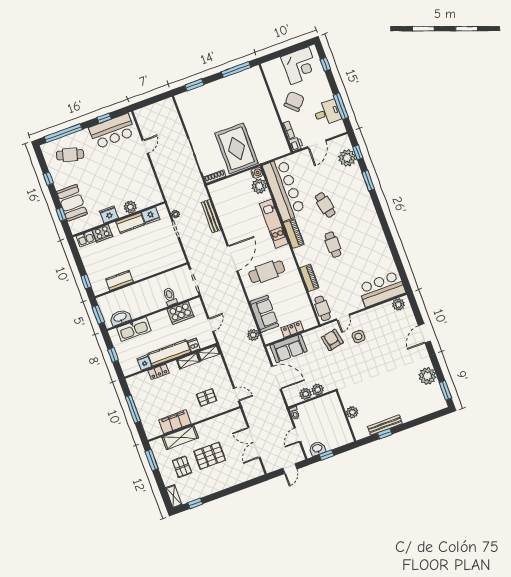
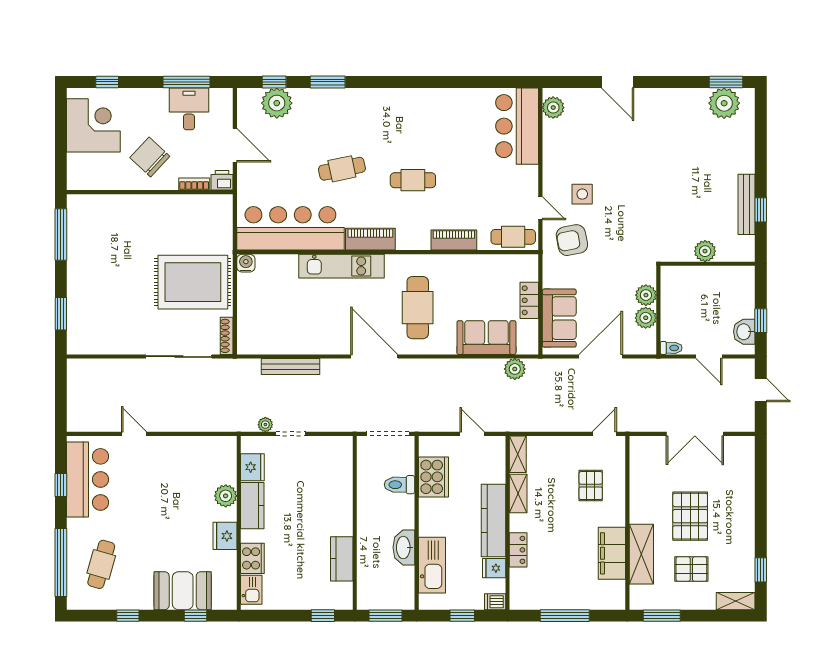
plant: (259, 186) -> (270, 268), removed
washbasin: (120, 317) -> (404, 548), moved
dishwasher: (194, 345) -> (495, 602), moved
plant: (427, 376) -> (724, 103), moved

